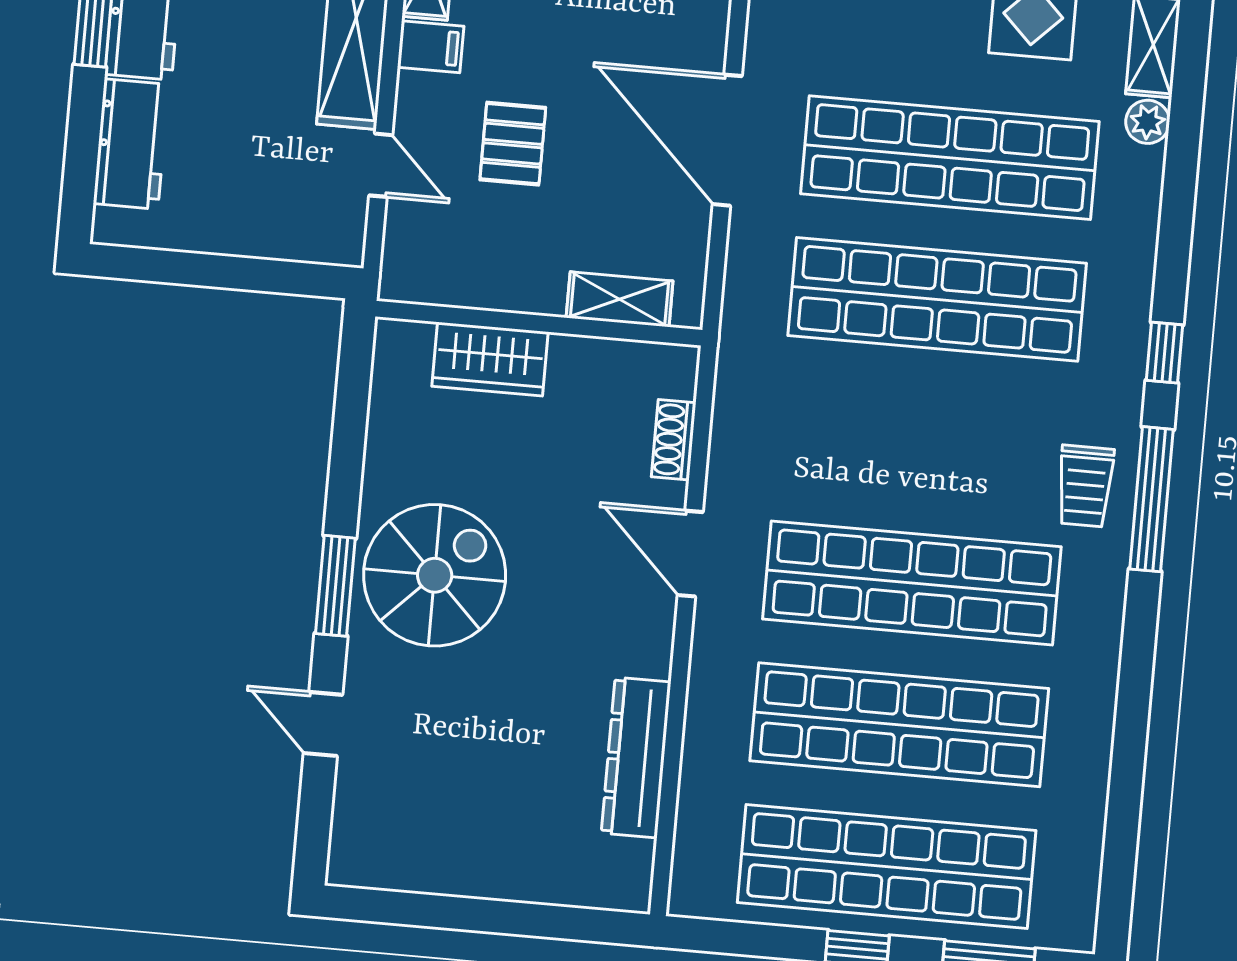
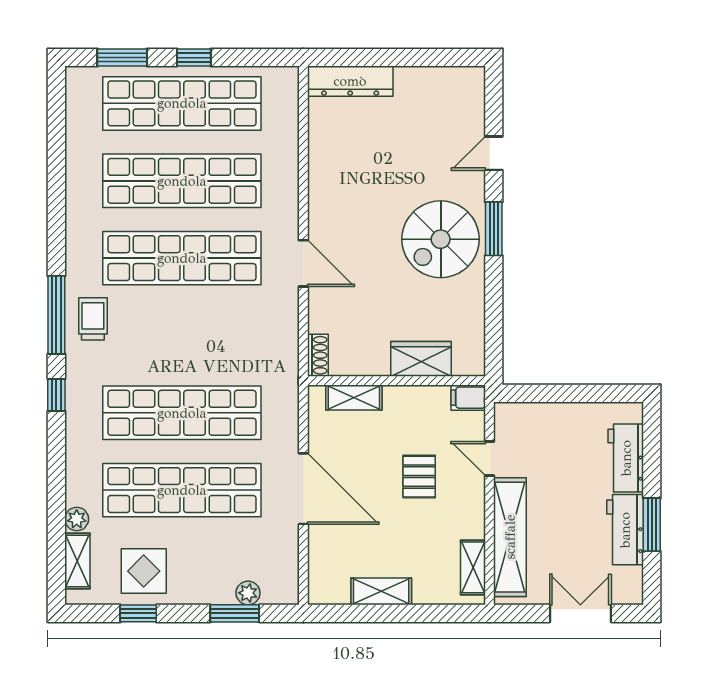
filing cabinet: (431, 47) -> (468, 398), moved
shoe rack: (674, 440) -> (318, 355), moved
door: (323, 724) -> (494, 153), swing flipped
dresser: (636, 758) -> (350, 81), moved, turned 90

